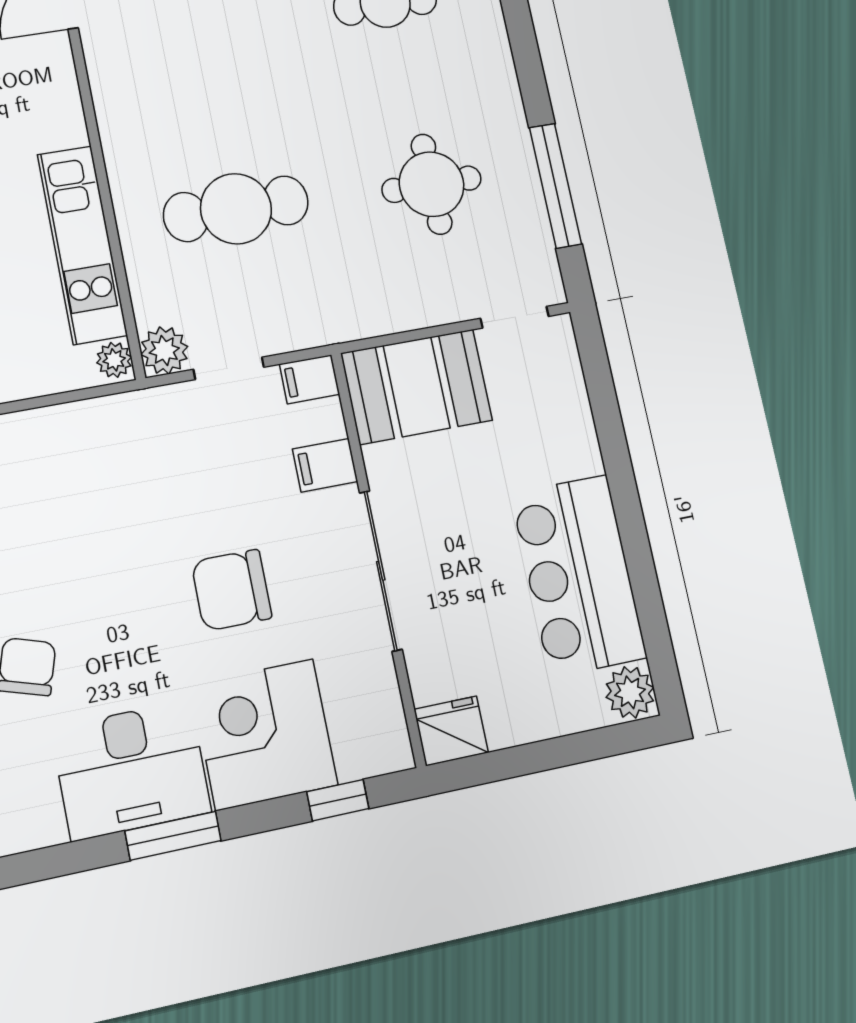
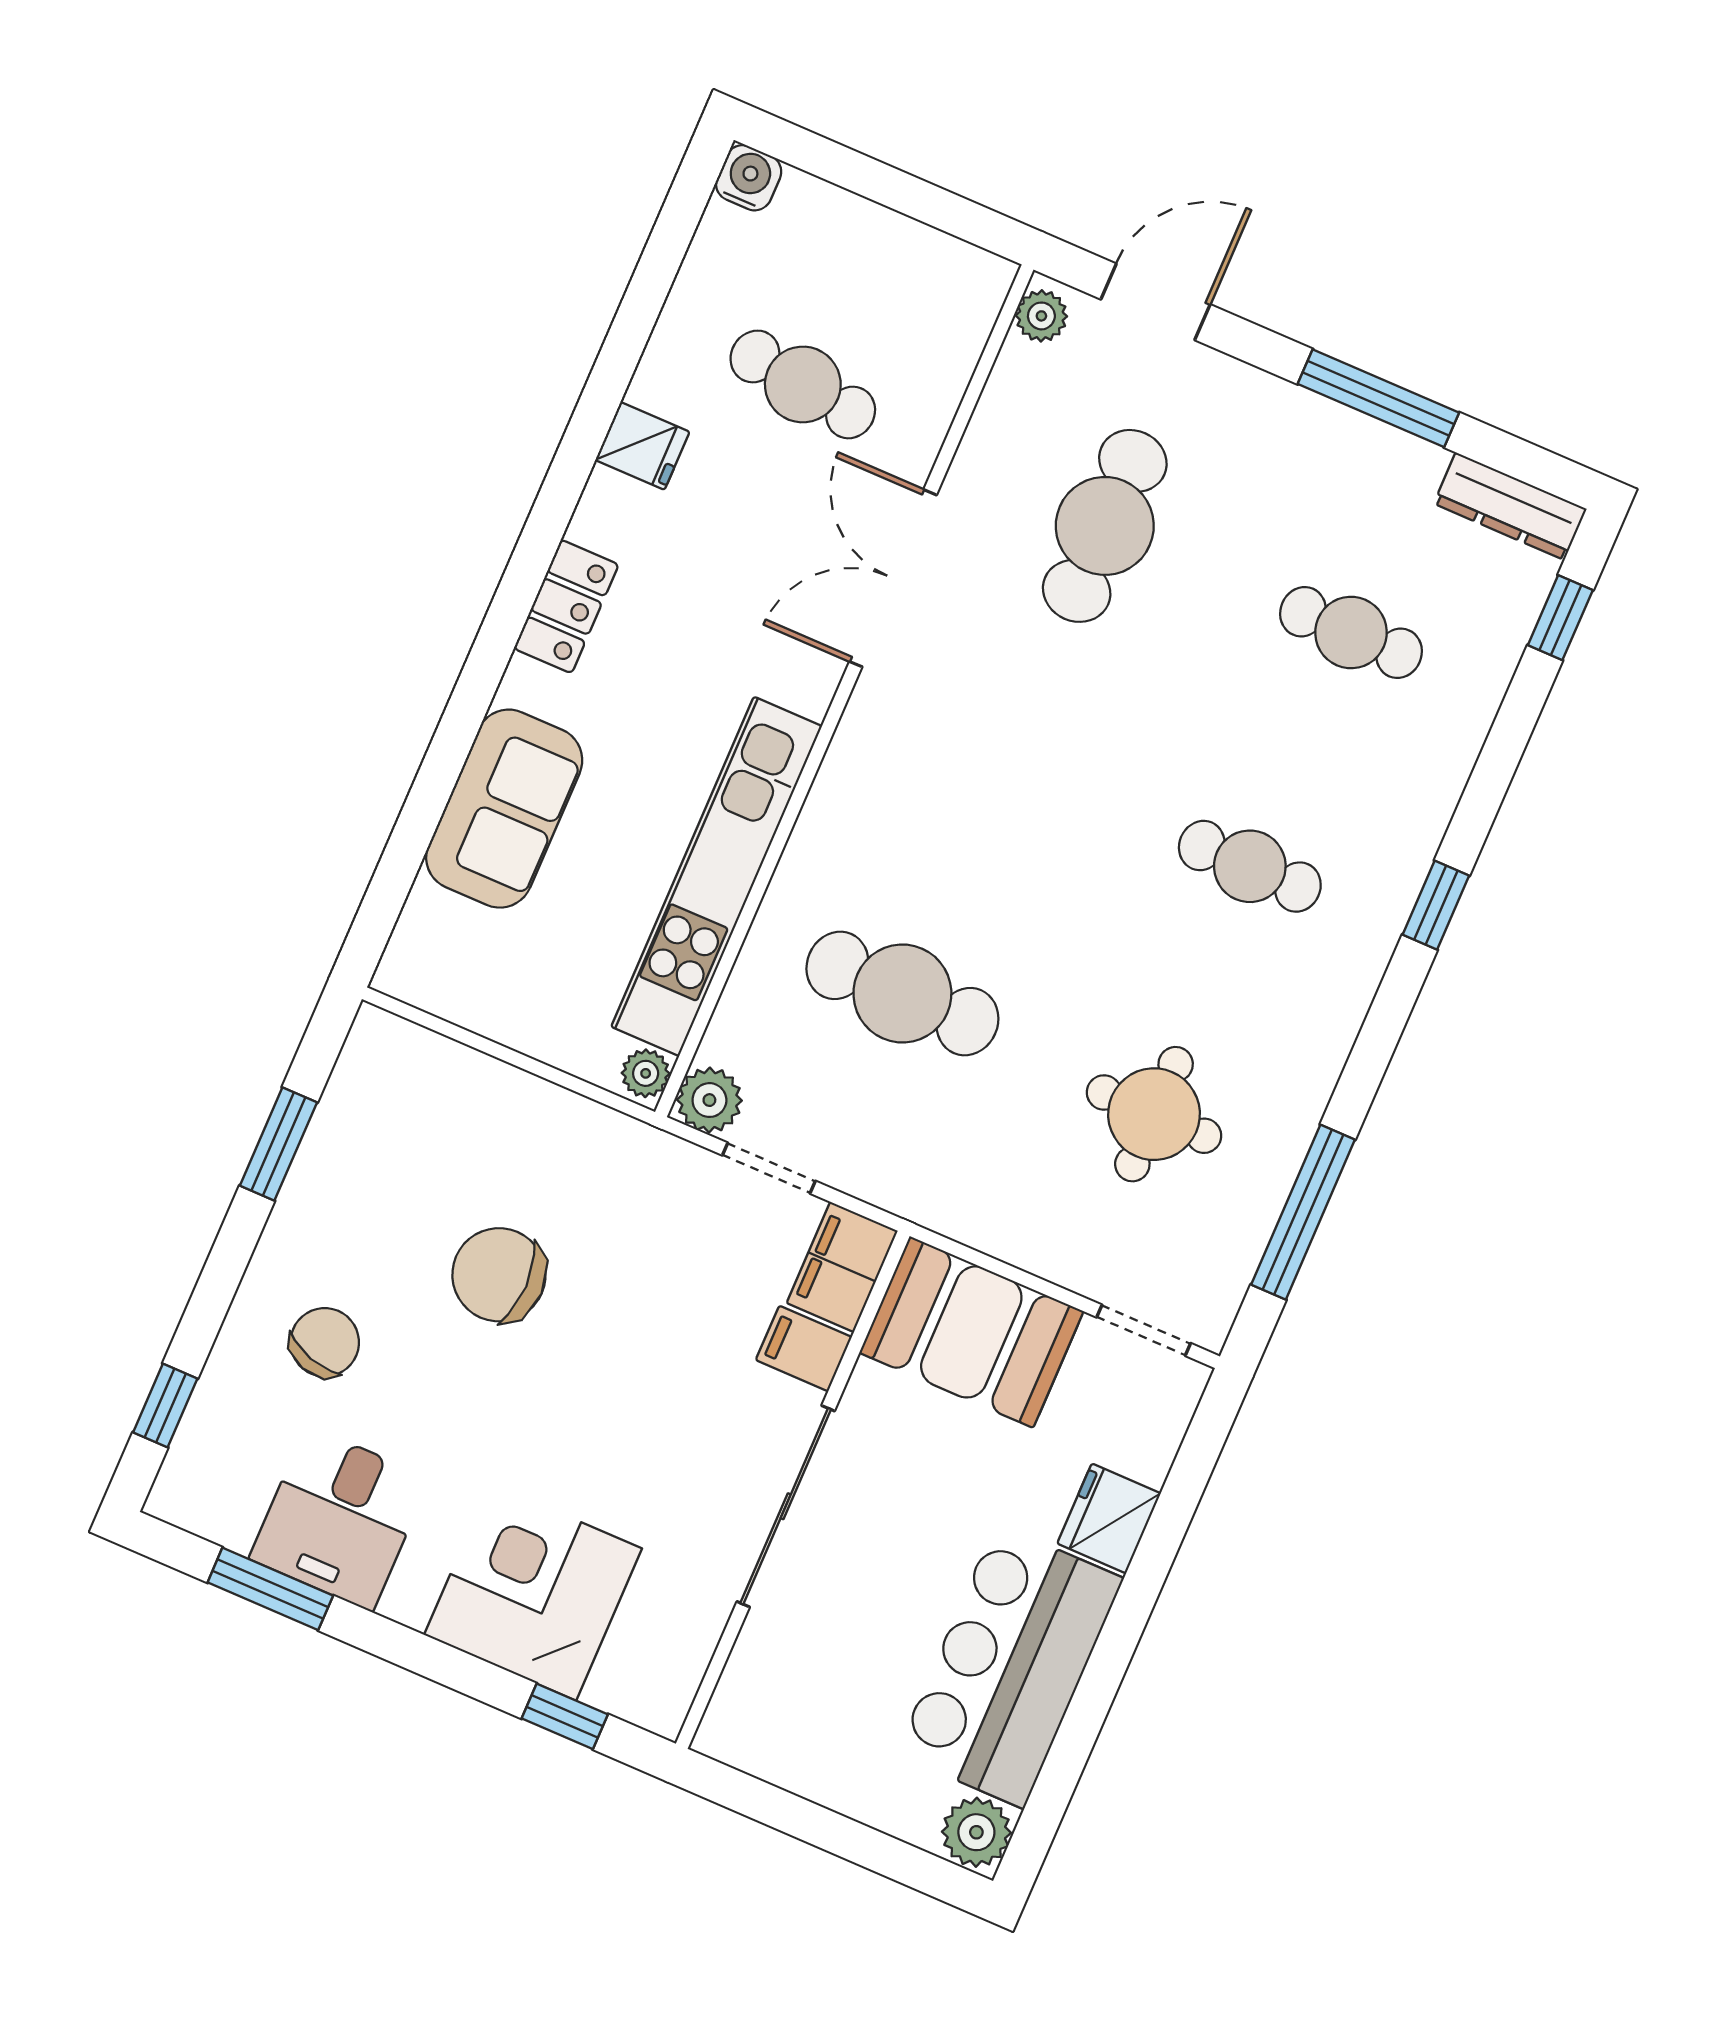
kitchen unit: (82, 245) -> (717, 876), width x1.36
filing cabinet: (310, 379) -> (842, 1267), width x2.00
chair: (232, 590) -> (499, 1275), moved
fridge: (451, 731) -> (1109, 1518), moved, turned -90
desk: (131, 770) -> (339, 1518), width x0.73
window: (173, 836) -> (270, 1589), moved

